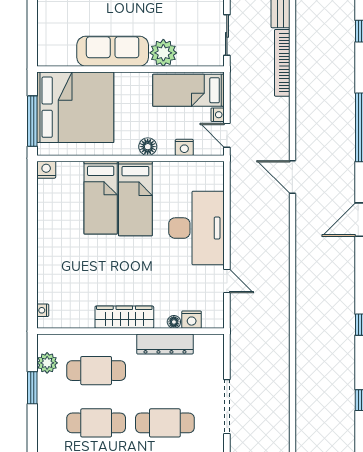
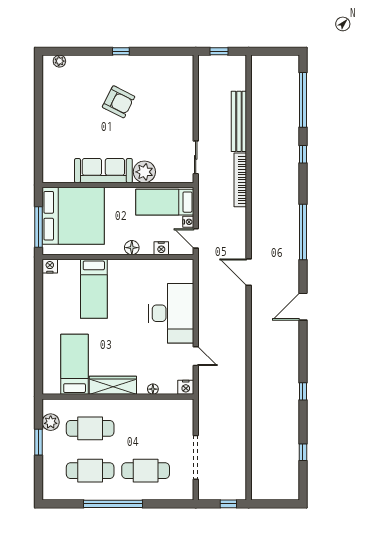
bed: (135, 198) -> (75, 364), moved, turned 180
nightstand: (43, 310) -> (47, 380), removed
nightstand: (192, 320) -> (186, 387), moved
dresser: (165, 344) -> (146, 407), removed

